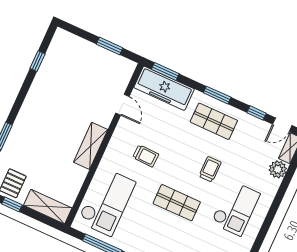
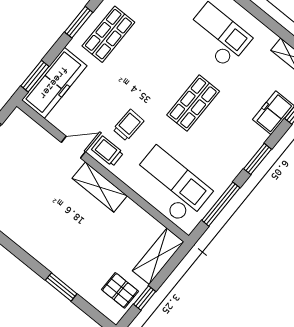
door: (122, 105) -> (73, 147), moved
trolley: (210, 169) -> (108, 151), moved

